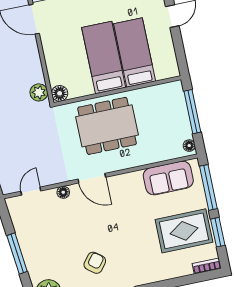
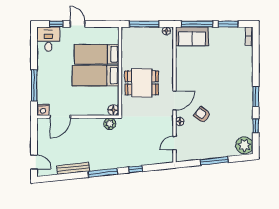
dining table: (107, 126) -> (142, 83), width x0.73
sofa: (168, 178) -> (192, 36), moved, turned 90
door: (31, 191) -> (174, 143), hinge flipped
rug: (184, 231) -> (223, 46), removed
armchair: (95, 263) -> (202, 115), moved

